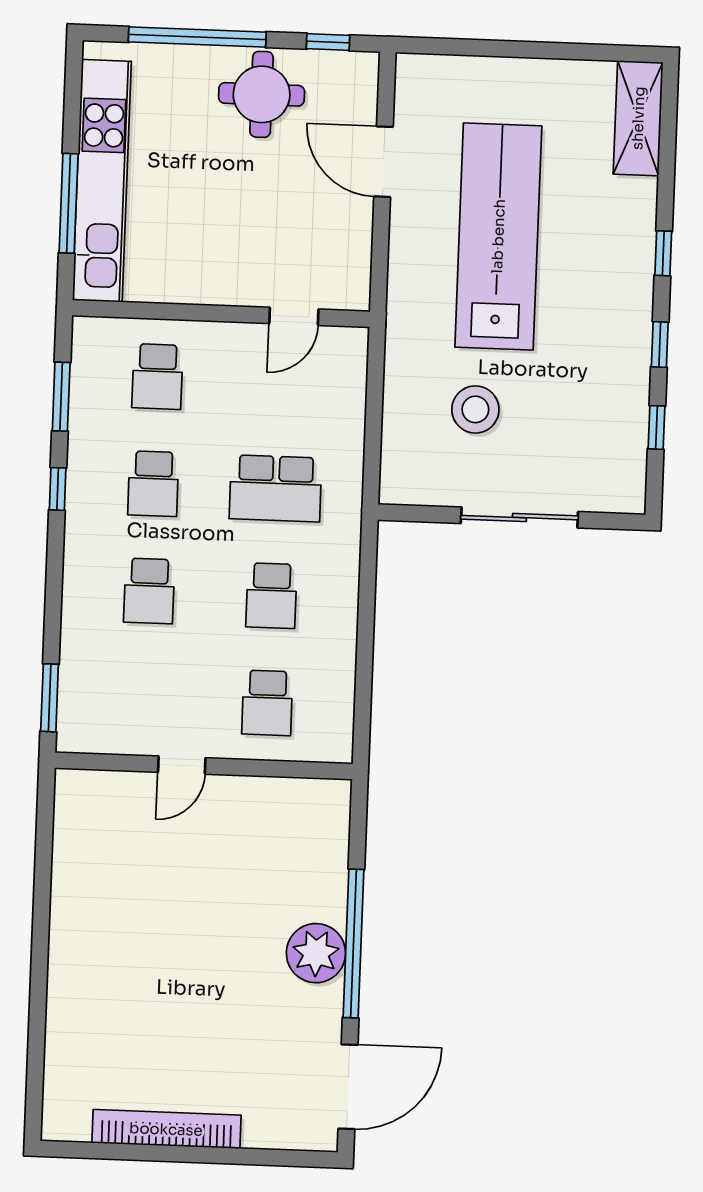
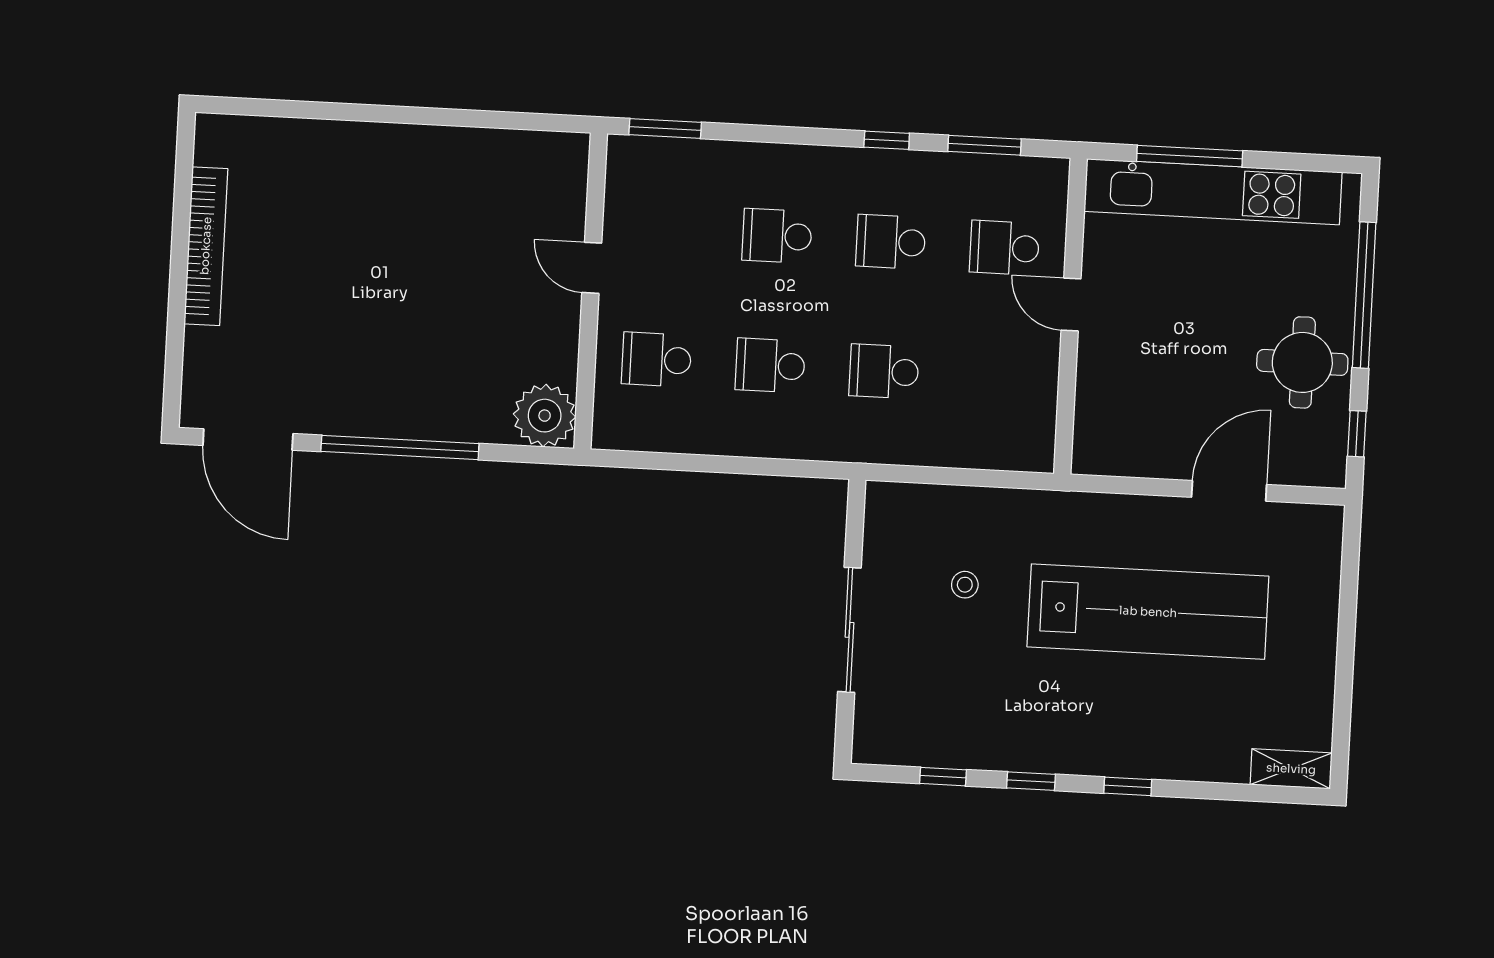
shelving: (638, 118) -> (1291, 769), width x0.67, depth x0.75
door: (294, 316) -> (1071, 304), moved
stool: (475, 409) -> (965, 585), width x0.53, depth x0.53
school desk: (276, 488) -> (884, 371), width x0.54
plant: (316, 953) -> (545, 416), moved

